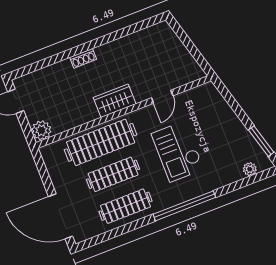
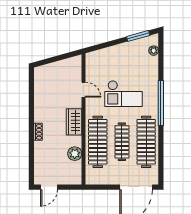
plant: (41, 130) -> (75, 154), moved
clothes rail: (126, 206) -> (146, 142), width x1.37, depth x1.31

